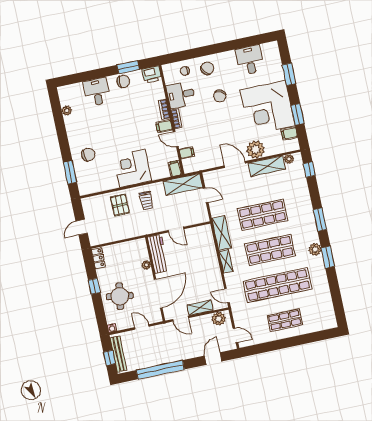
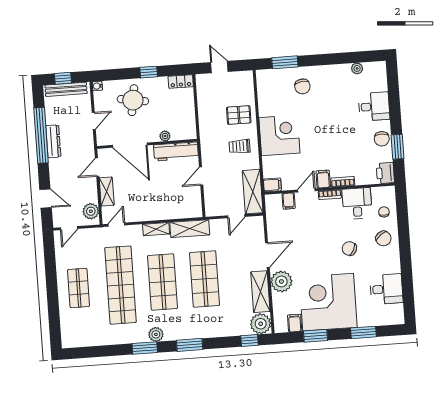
plant: (289, 159) -> (261, 324), width x1.88, depth x1.88
dresser: (164, 359) -> (53, 141), added

